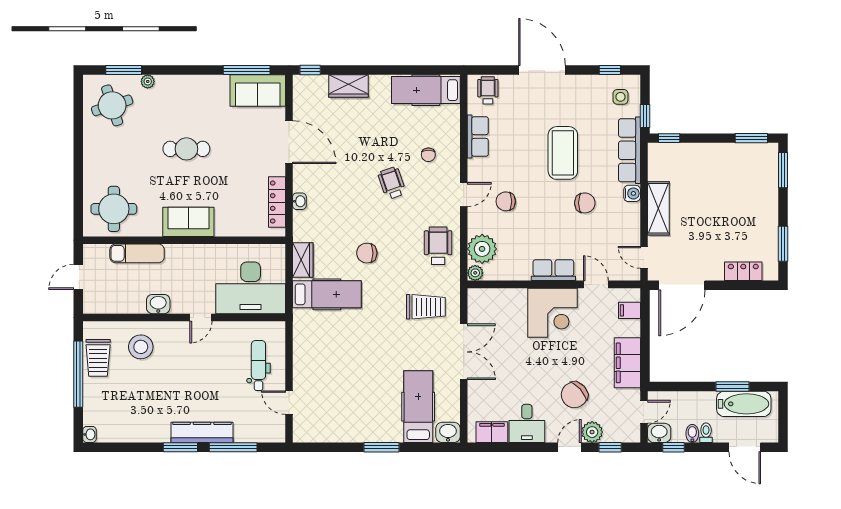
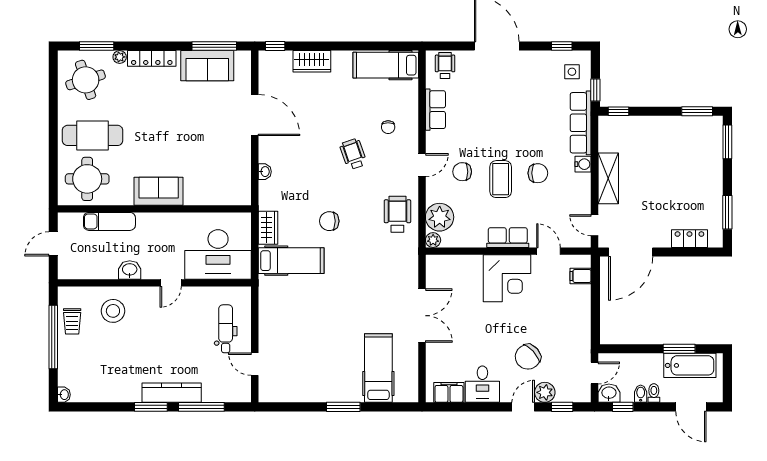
sofa: (258, 91) -> (207, 66), moved
cafe table: (186, 149) -> (93, 135), moved, width x1.37, depth x1.35
coffee table: (563, 153) -> (501, 179), moved, width x0.73, depth x0.76
locker: (277, 202) -> (152, 58), moved, turned -90
trolley: (426, 307) -> (386, 273), removed
trolley: (98, 358) -> (72, 321), width x0.73, depth x0.72
filing cabinet: (627, 363) -> (578, 326), removed
washbasin: (448, 432) -> (407, 393), removed

